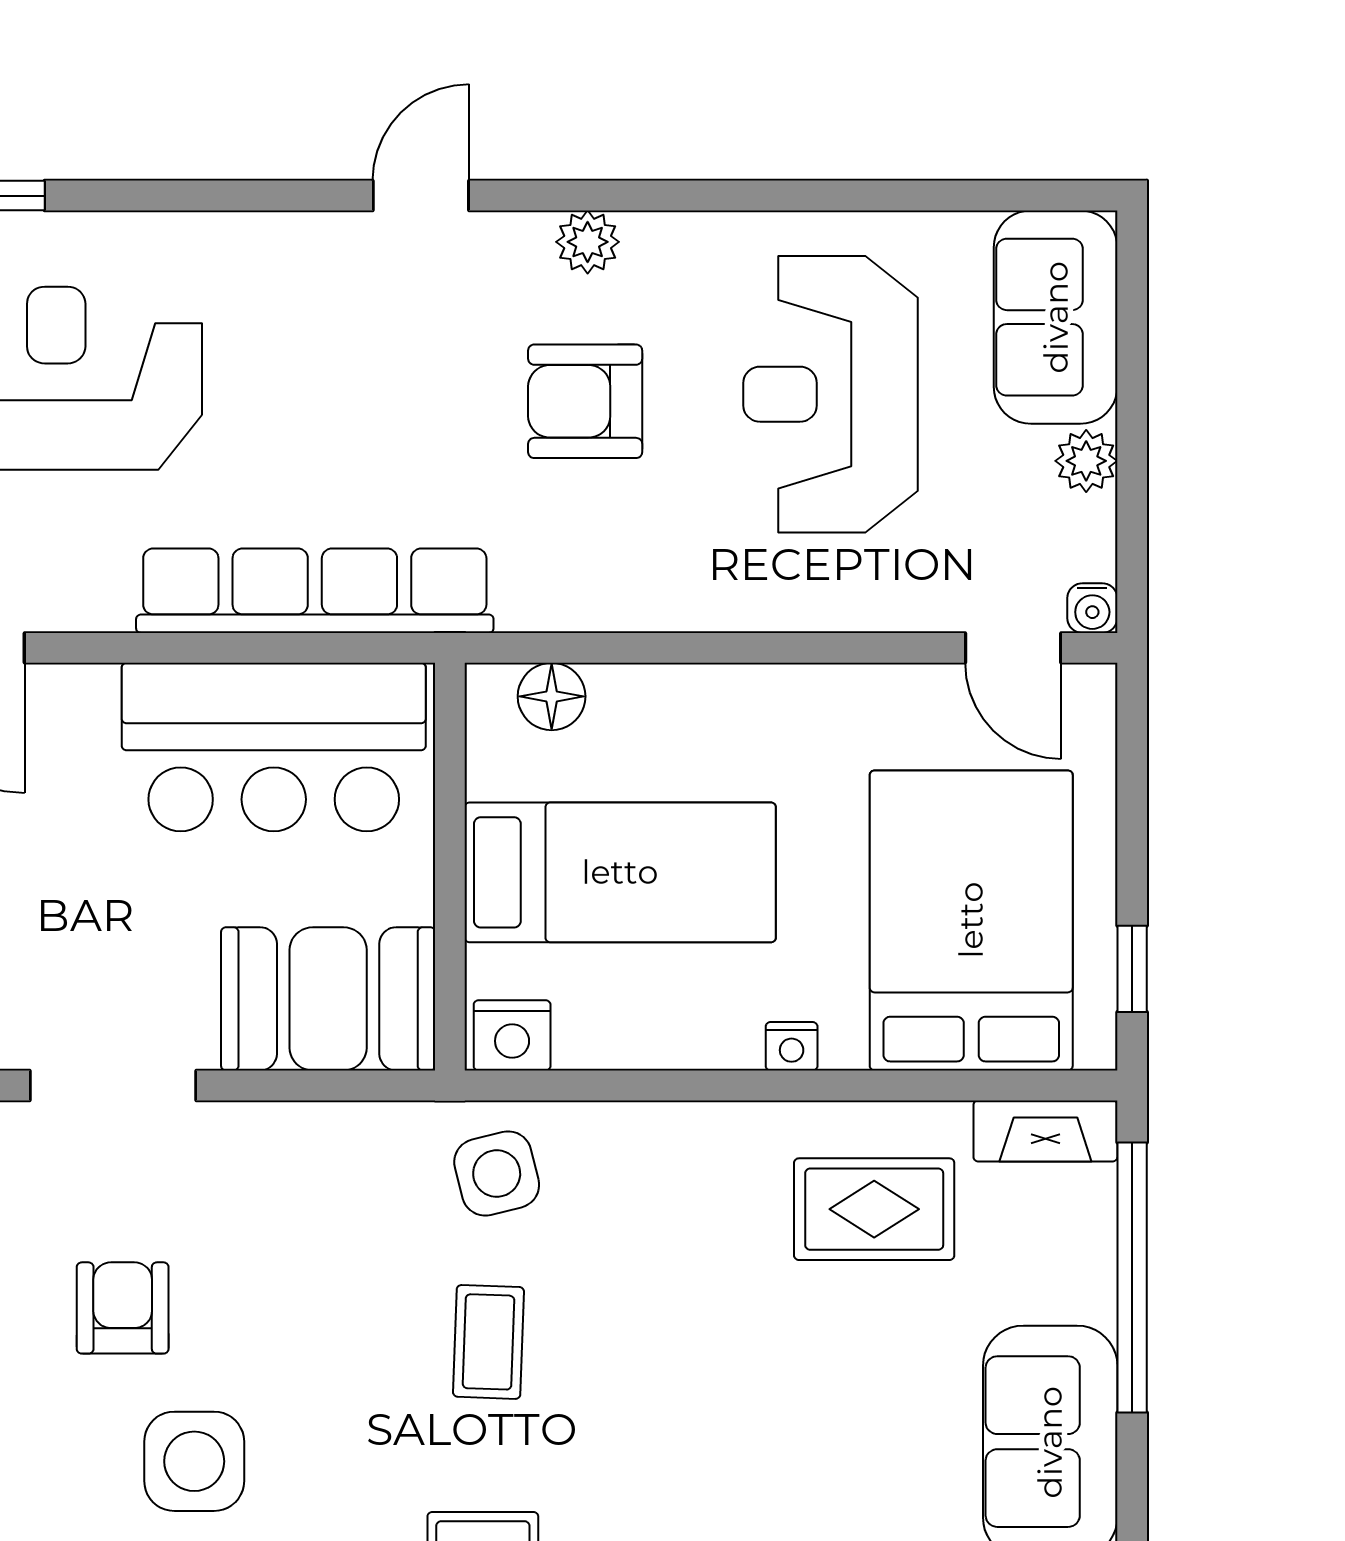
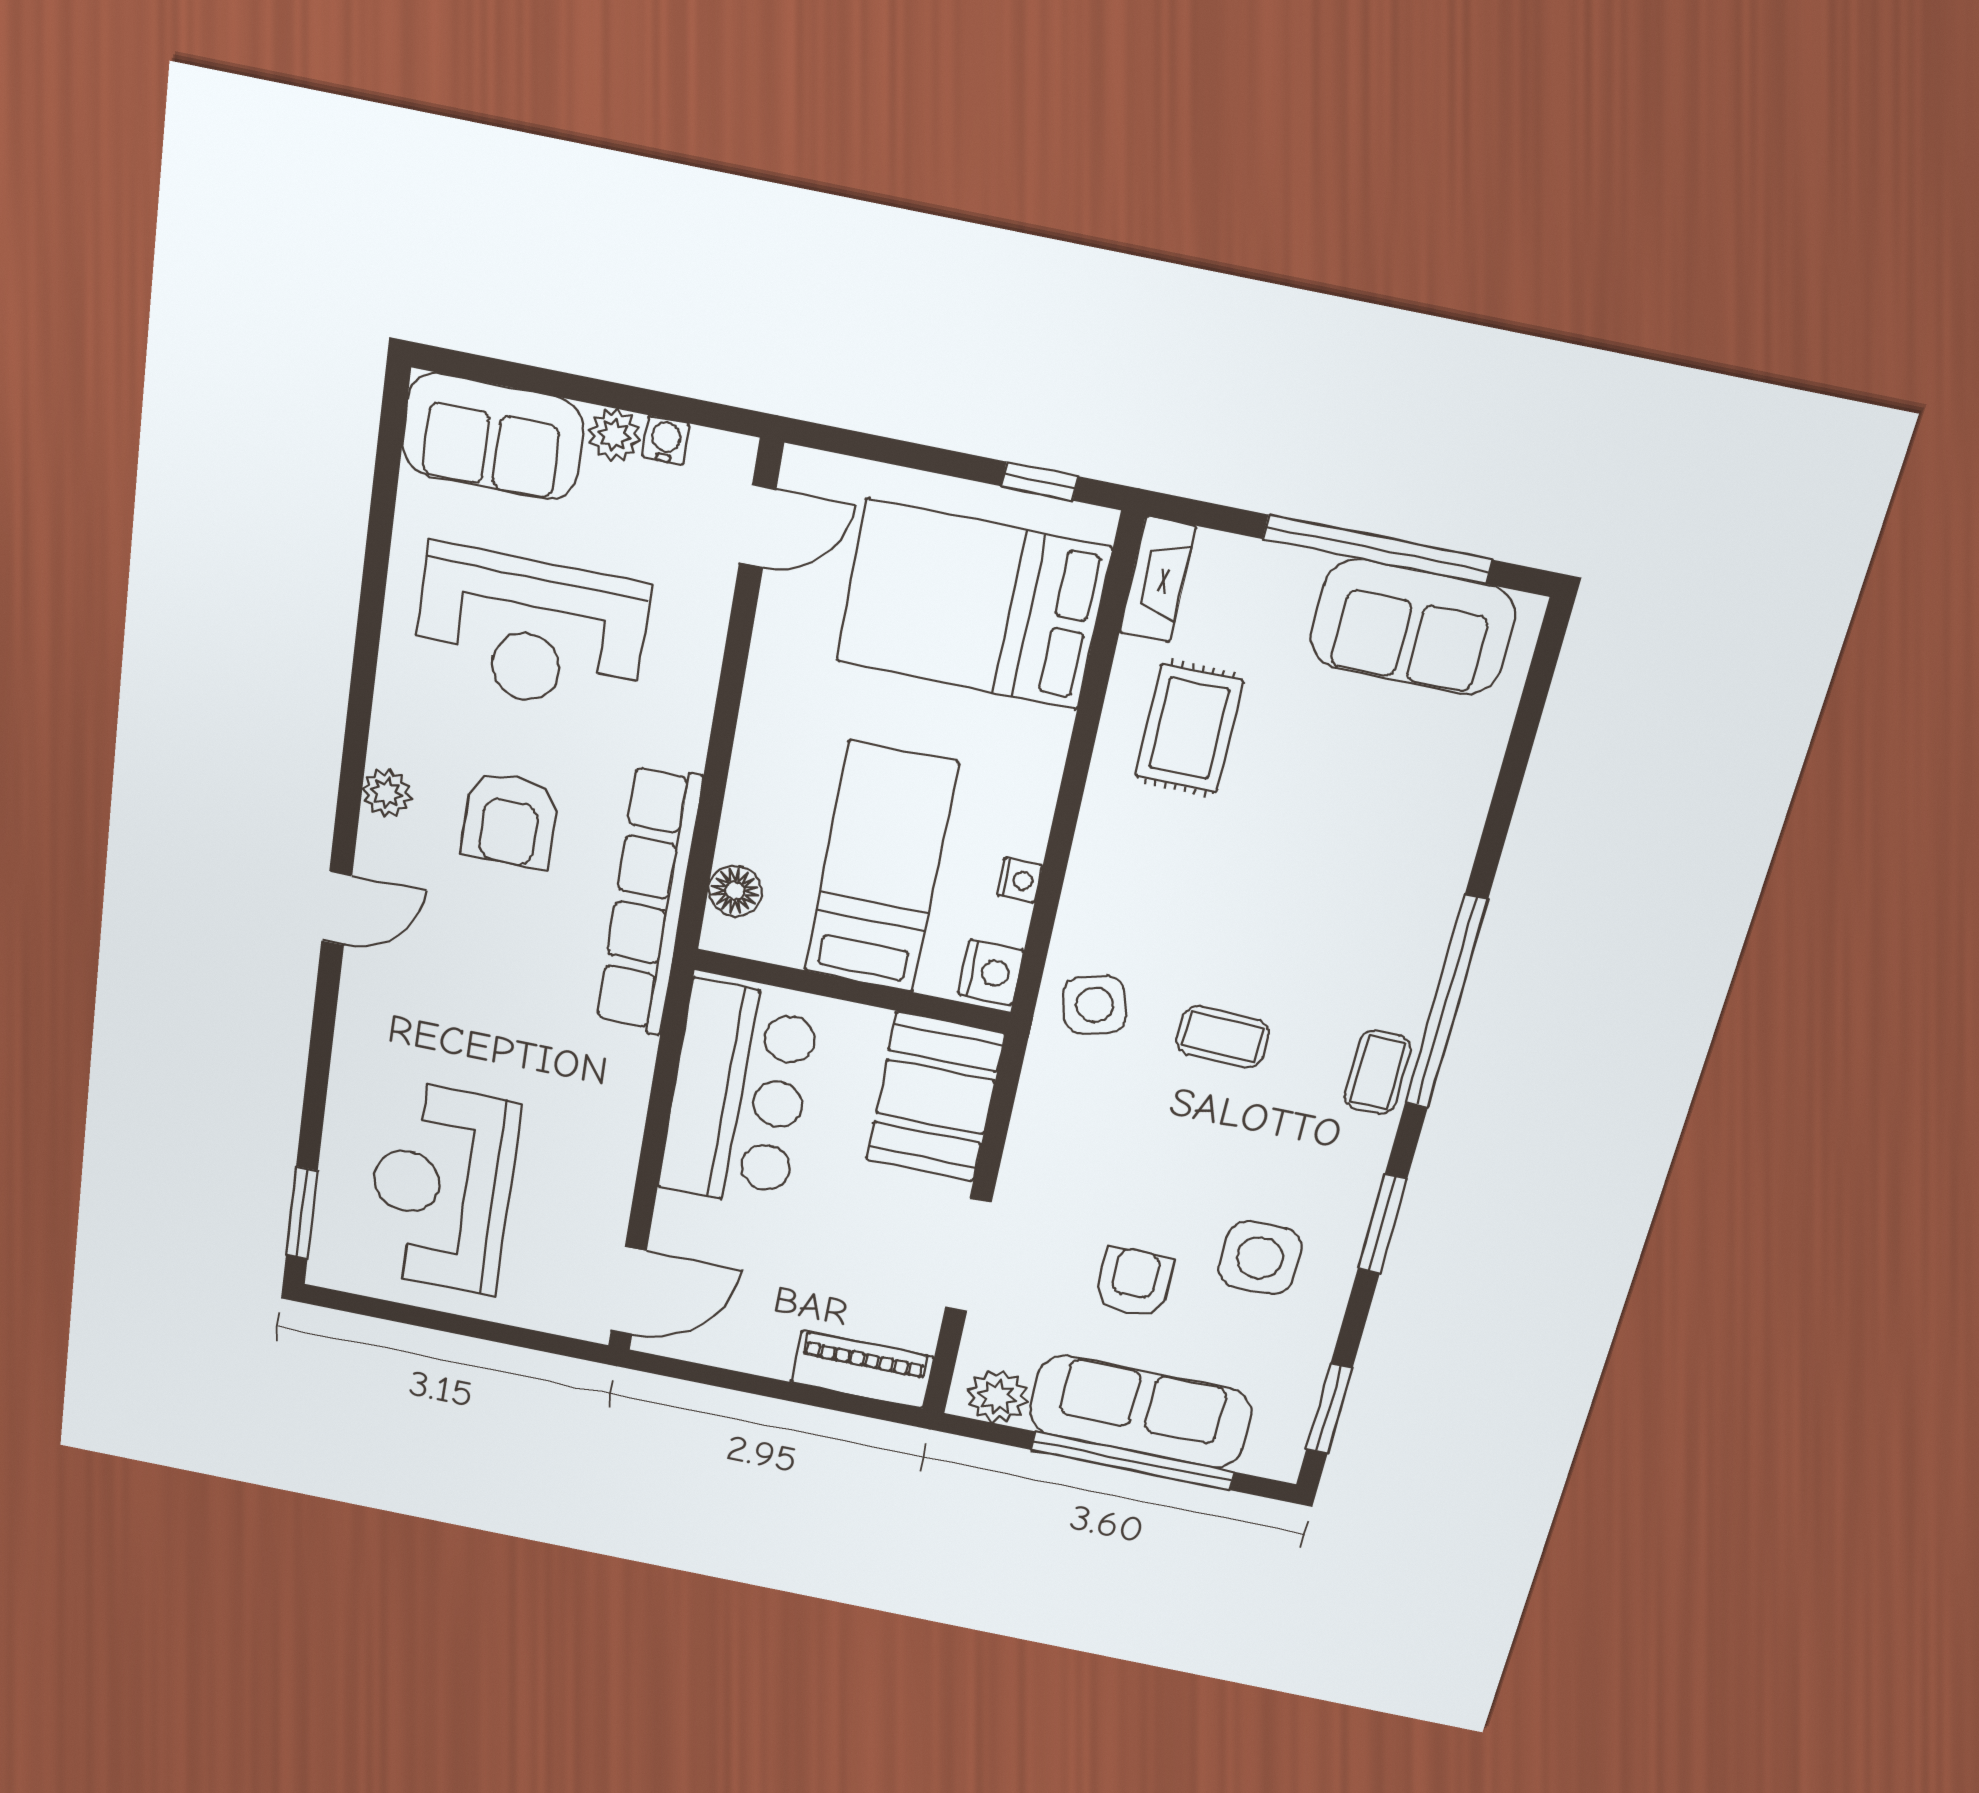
door: (421, 196) -> (337, 908), swing flipped
row of seats: (315, 591) -> (649, 901), moved
water cooler: (1092, 608) -> (666, 440), moved, turned -90
nightstand: (792, 1046) -> (1020, 880), moved
window: (1132, 1278) -> (1377, 549), moved
armchair: (123, 1308) -> (1134, 1282), turned 90

